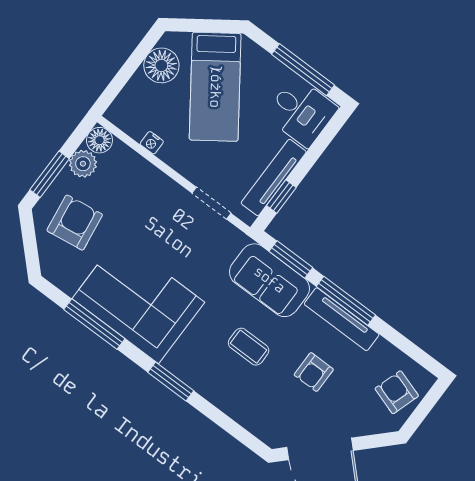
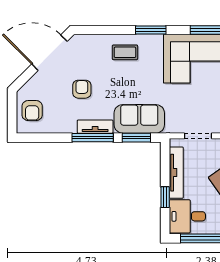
window: (281, 197) -> (165, 197), moved
tv unit: (342, 319) -> (95, 127), width x0.71
coffee table: (249, 347) -> (125, 52), moved
armchair: (397, 392) -> (32, 111), turned 72

